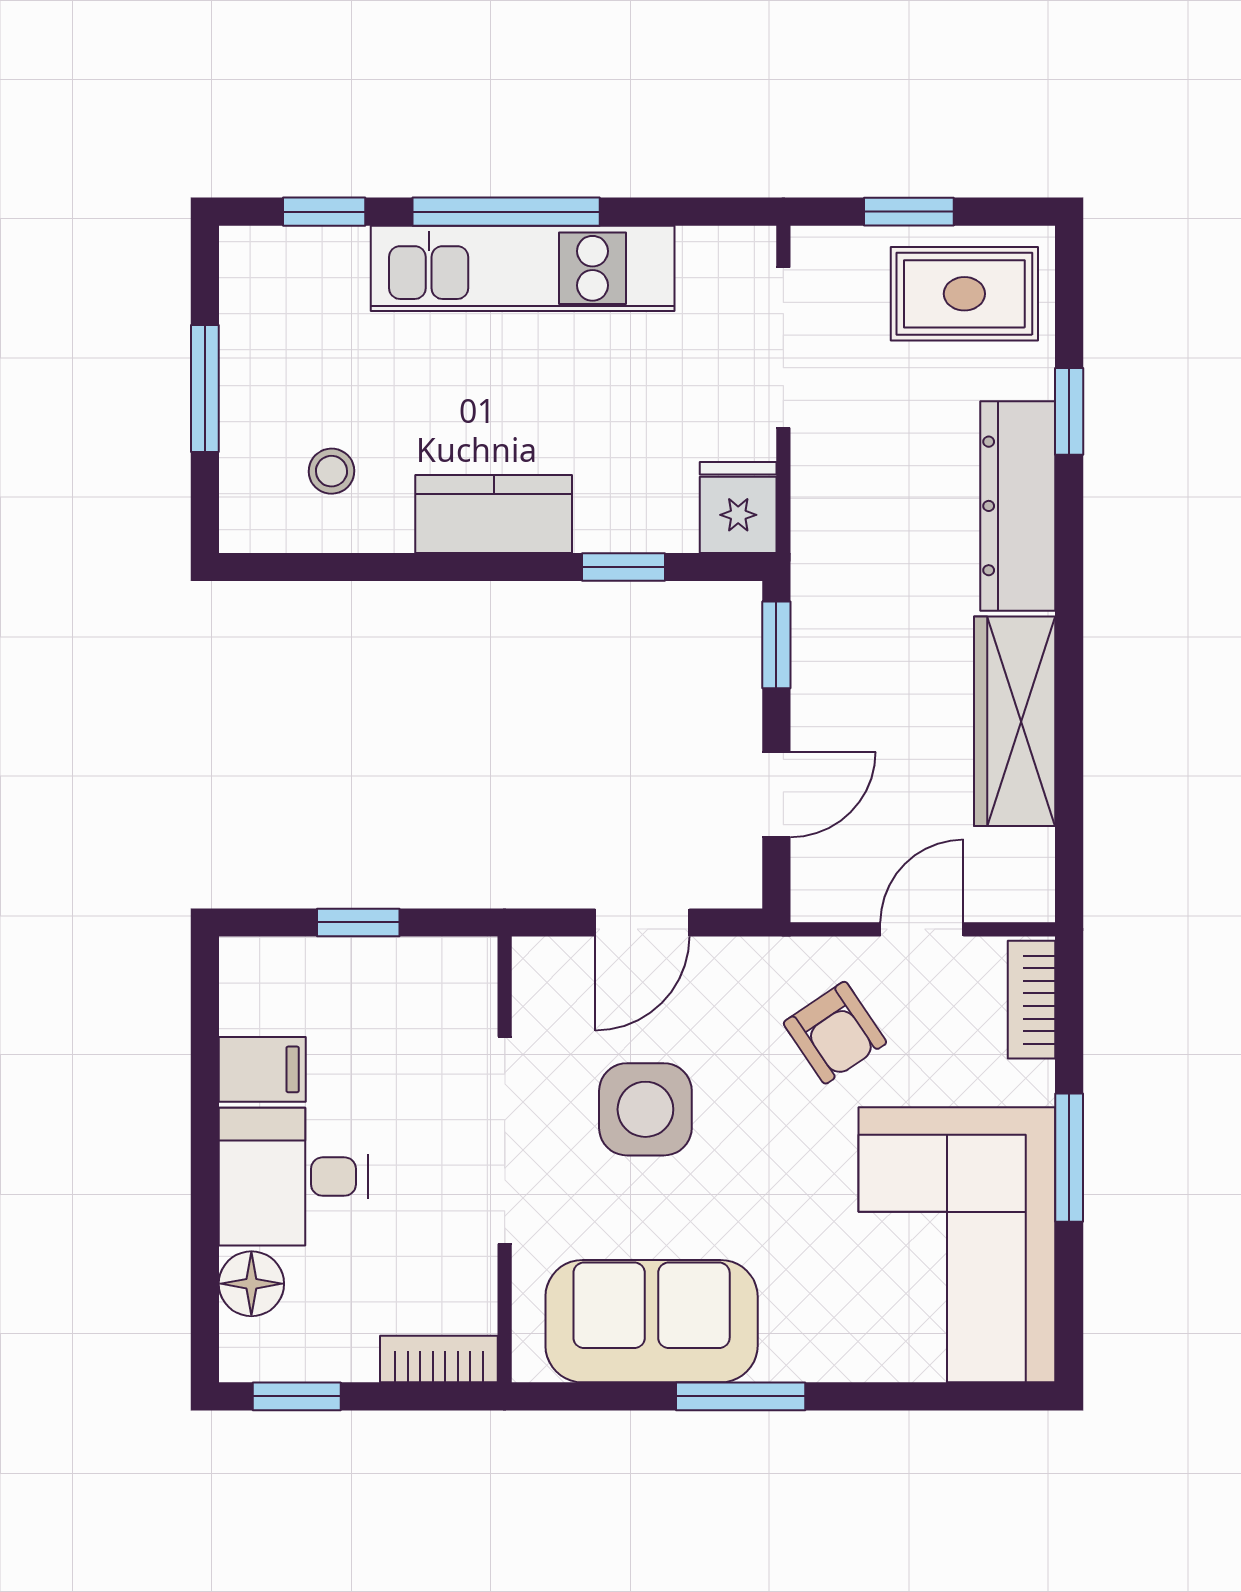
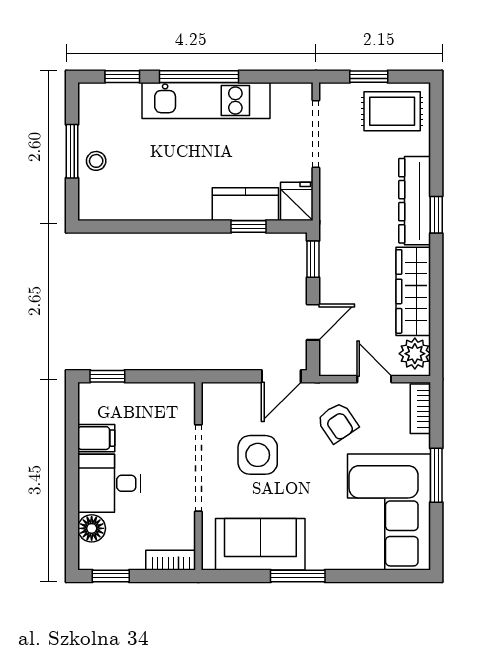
window: (1069, 411) -> (436, 215), moved
stool: (332, 471) -> (96, 161), moved
kitchen counter: (494, 514) -> (245, 204), moved
plant: (1018, 869) -> (415, 354), added
window: (358, 922) -> (107, 376), moved
door: (642, 922) -> (281, 376), moved
door: (922, 929) -> (374, 379), hinge flipped

